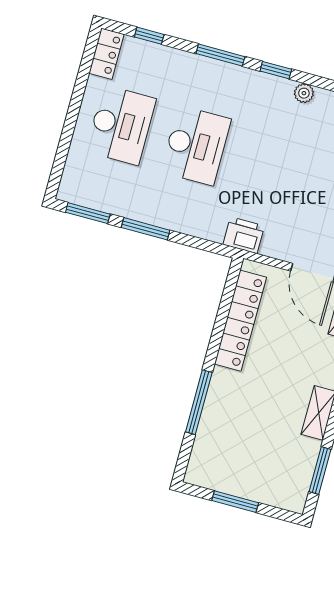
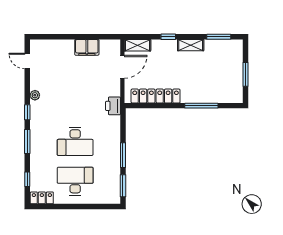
desk: (196, 145) -> (75, 141), turned 180

